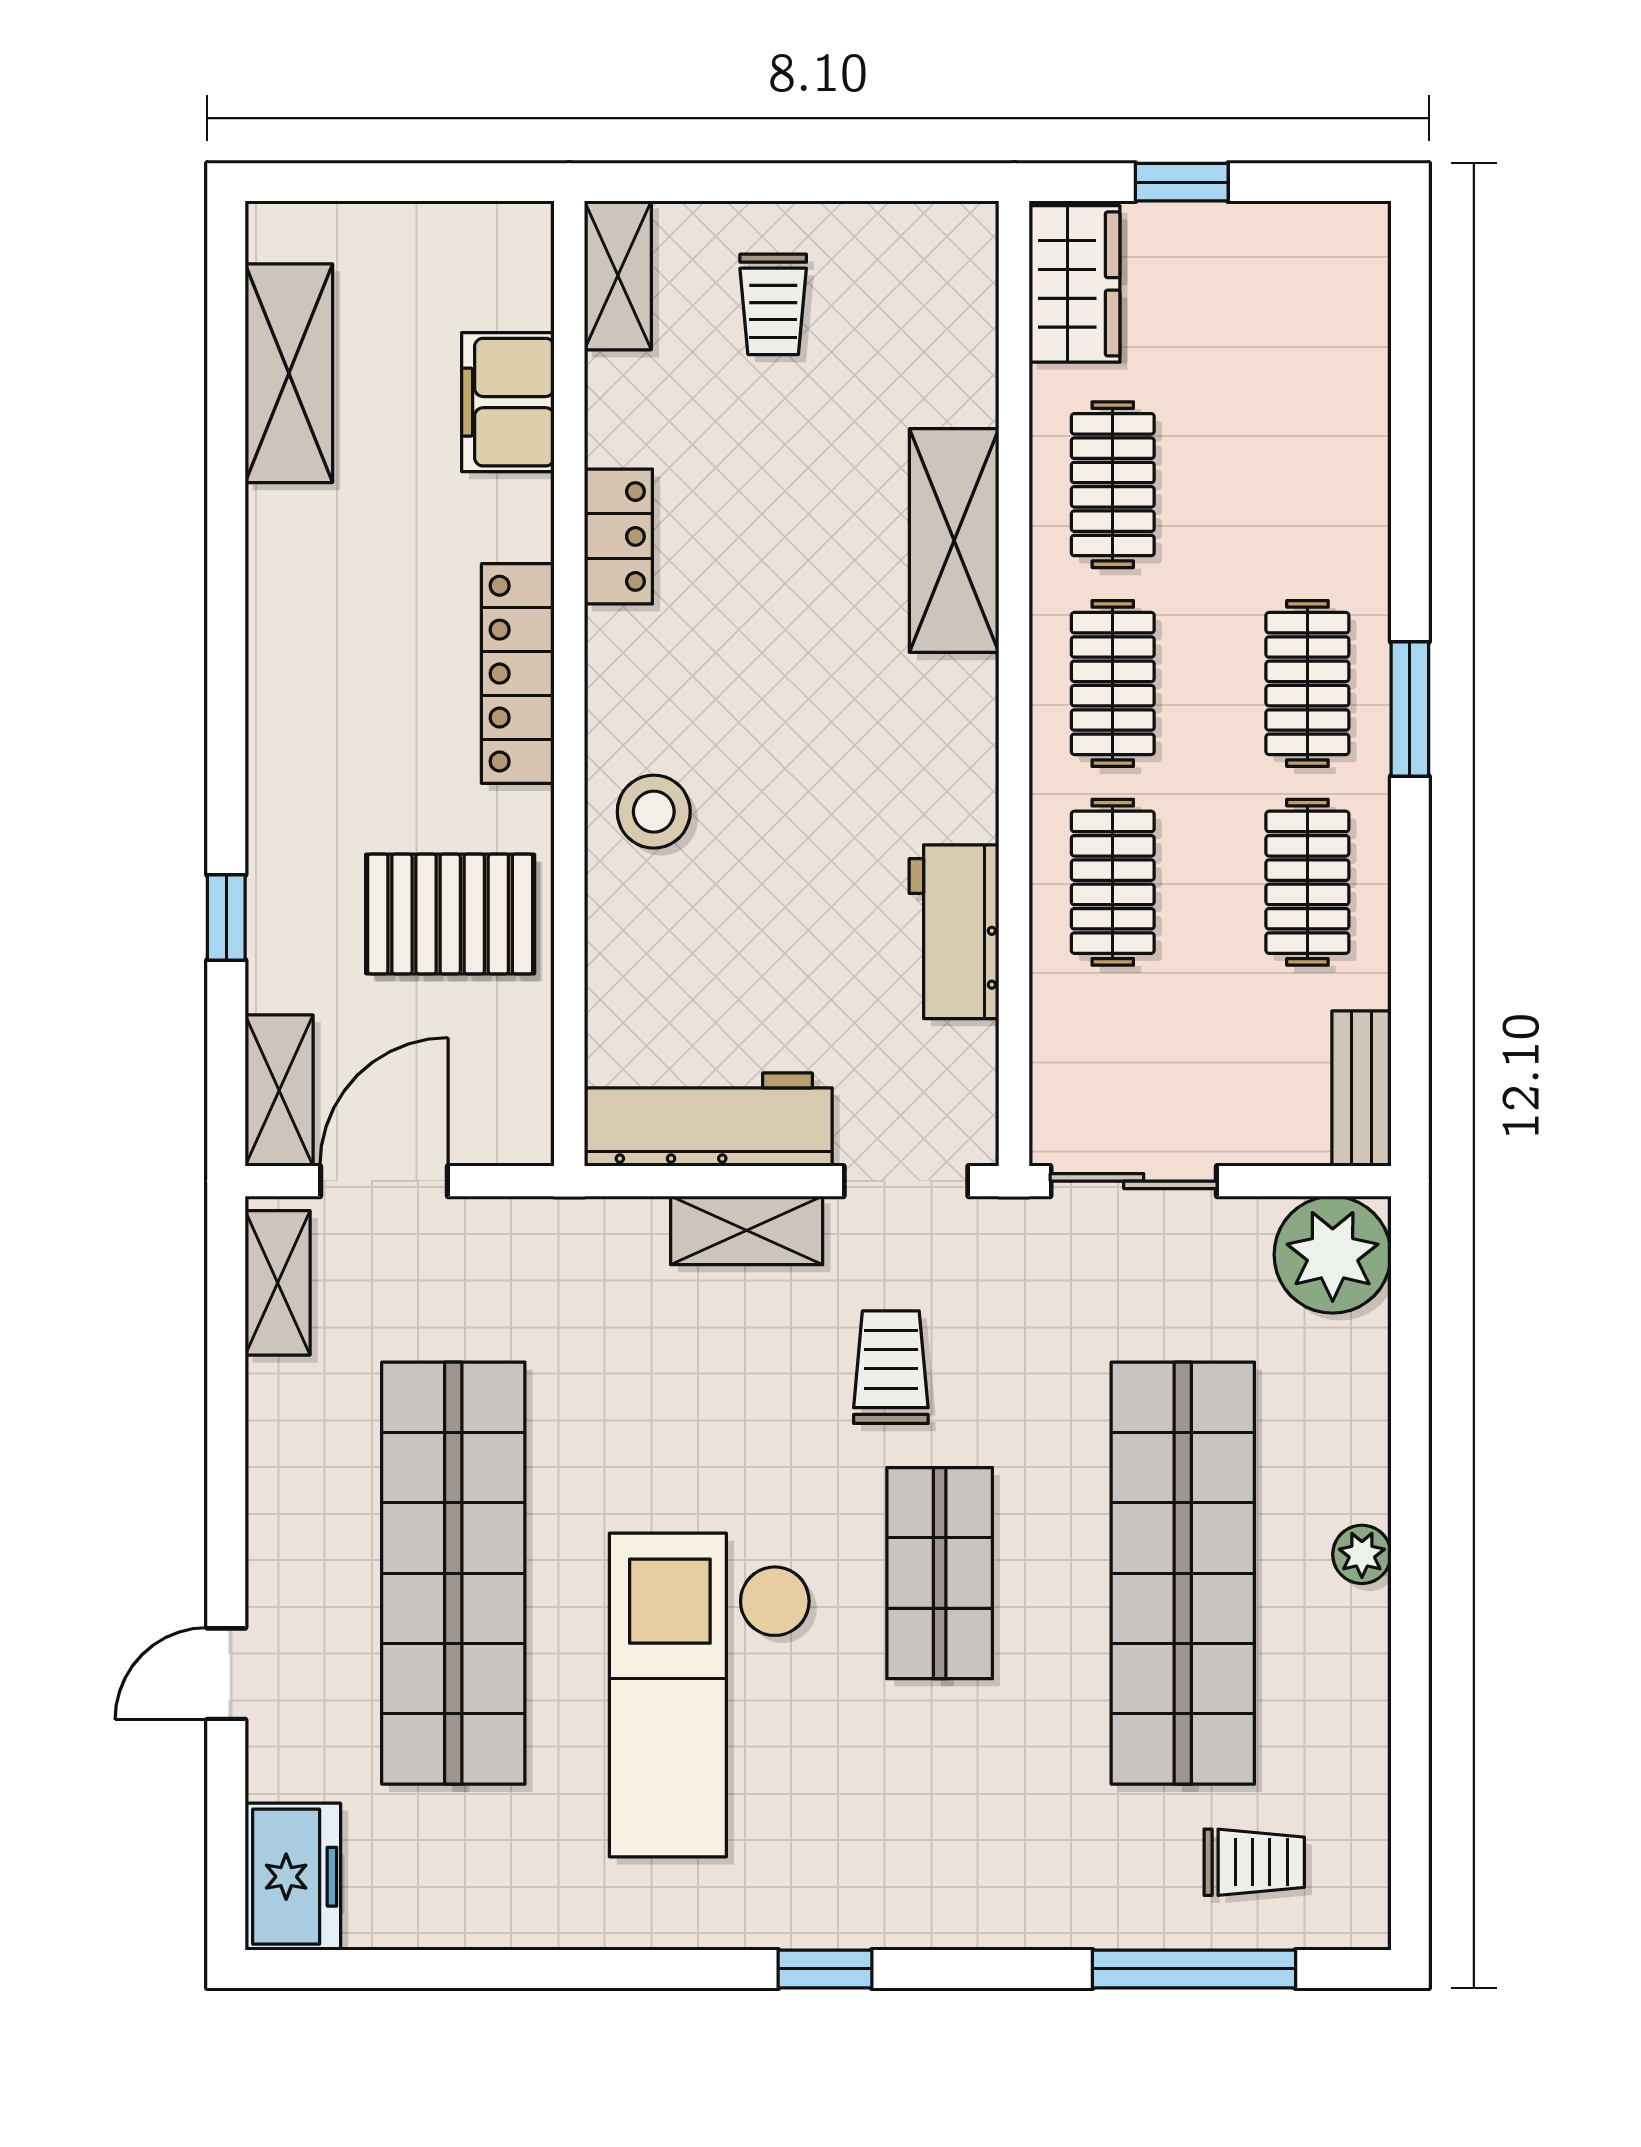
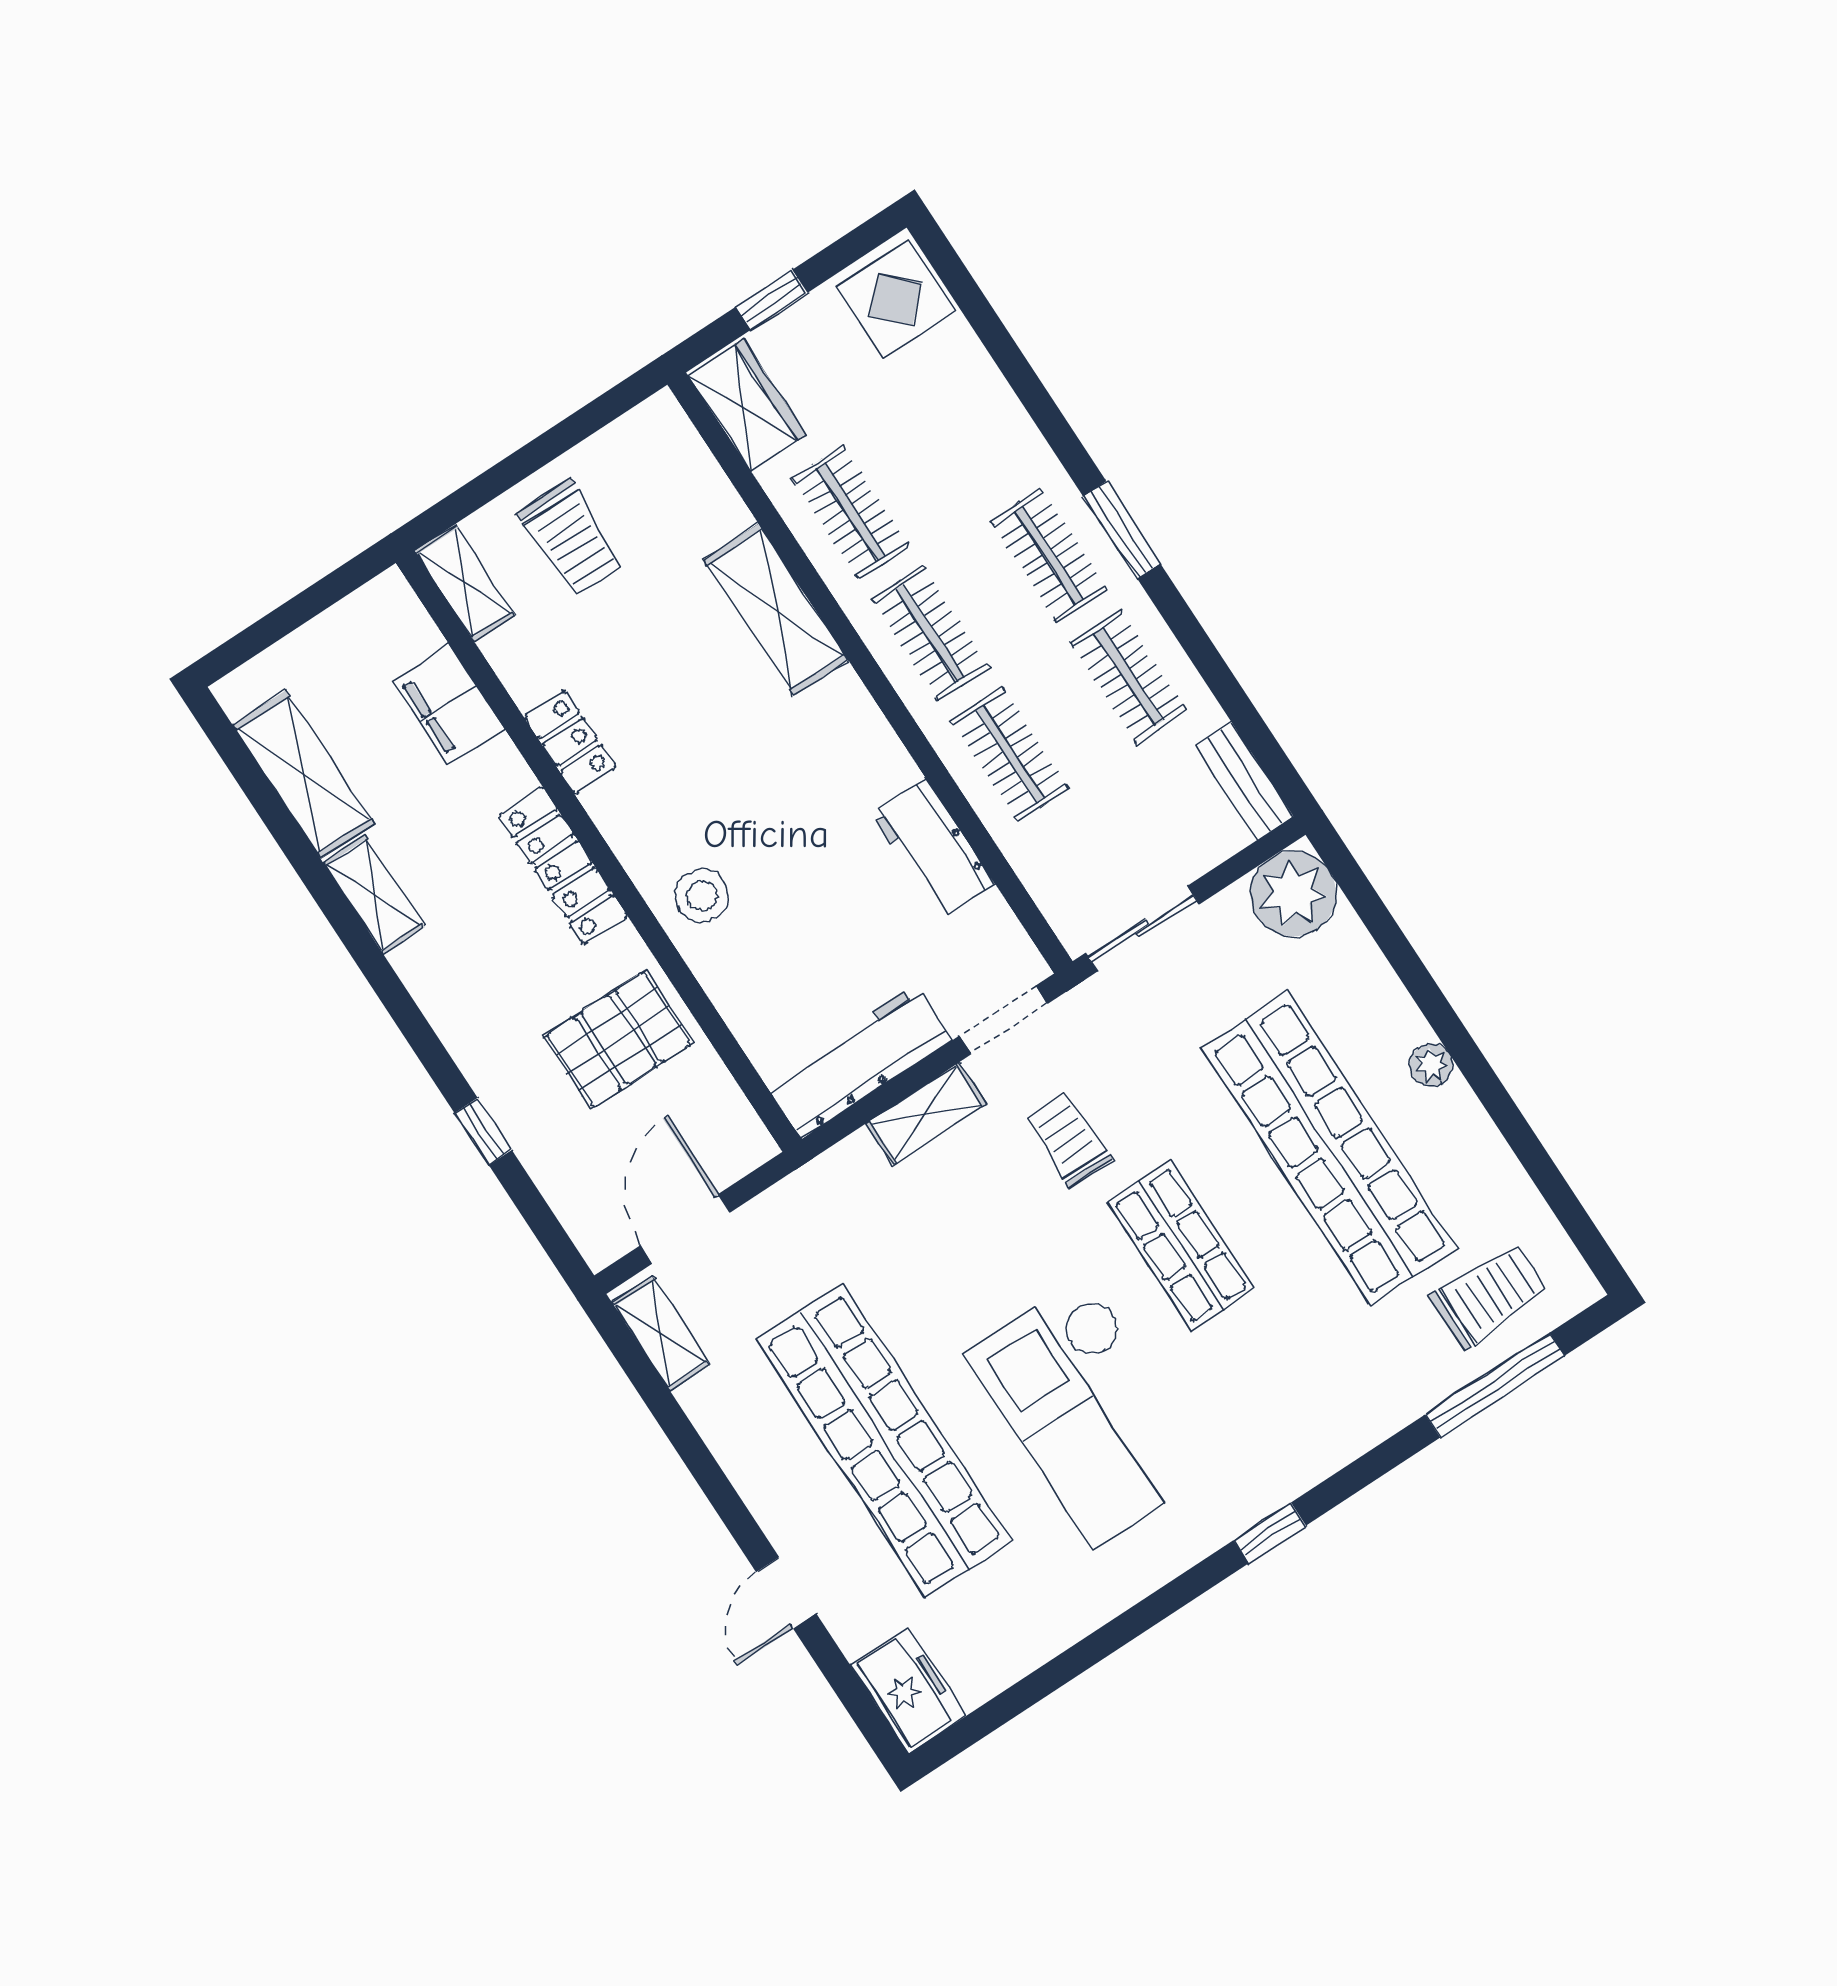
display table: (1324, 275) -> (896, 299), added
trolley: (773, 304) -> (571, 538), width x1.36, depth x1.39
shelving: (279, 1090) -> (374, 895), moved
trolley: (1254, 1862) -> (1489, 1296), width x1.36, depth x1.39

